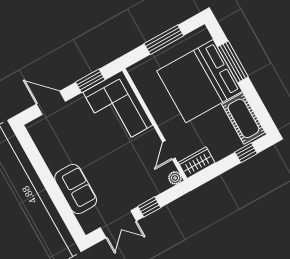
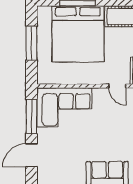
window: (90, 81) -> (32, 116), width x1.44

